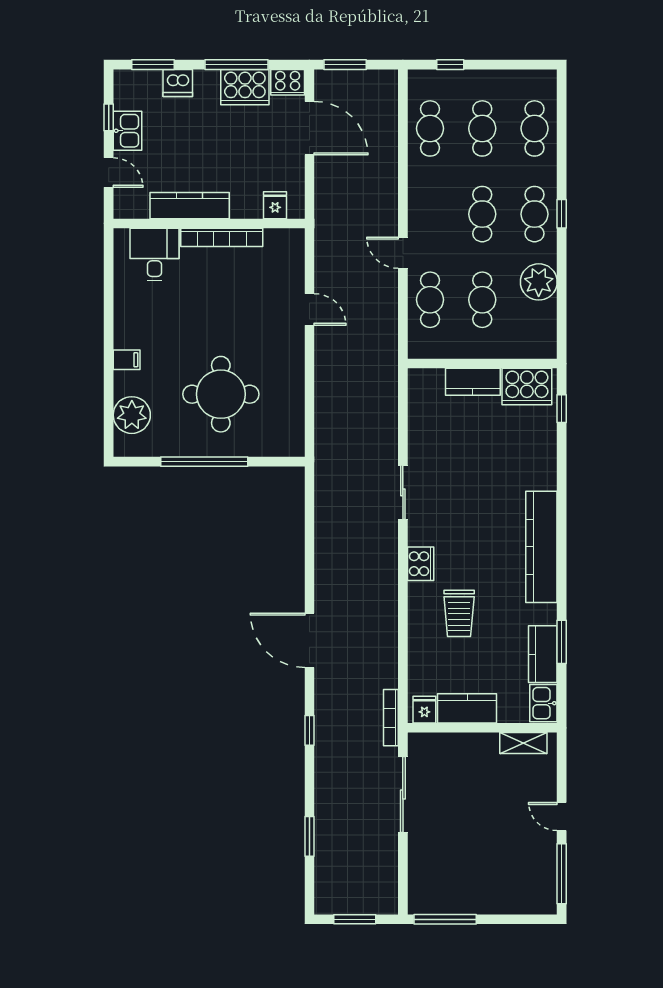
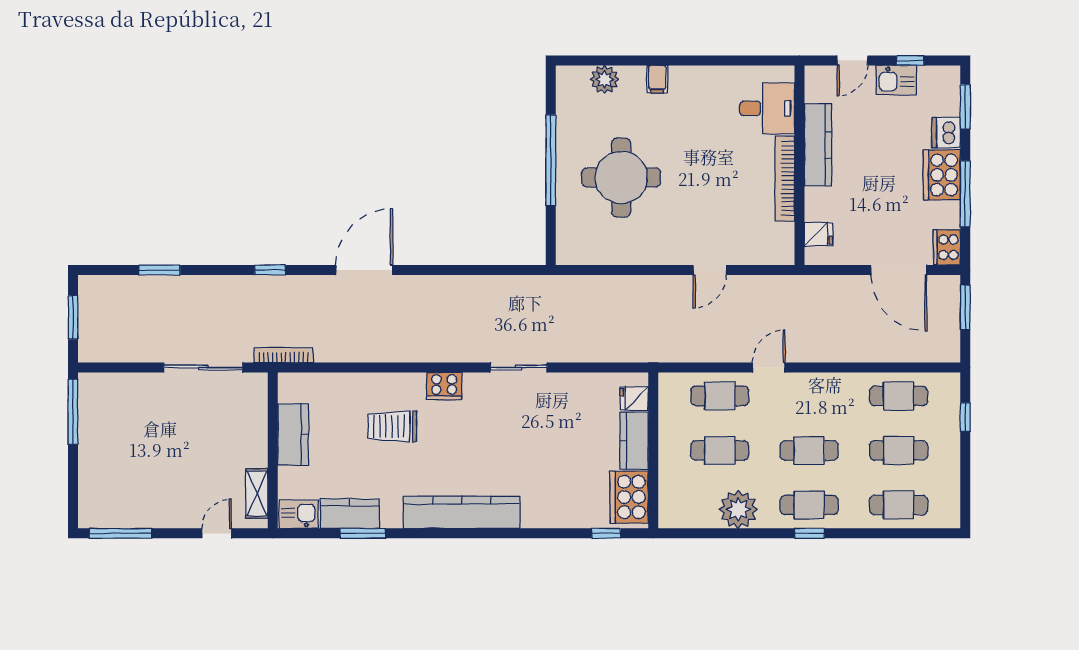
cooker: (245, 87) -> (942, 175), moved
door: (309, 128) -> (899, 270), hinge flipped
plant: (132, 415) -> (605, 79), width x0.73, depth x0.73
fridge: (424, 710) -> (634, 398), moved, turned 180
door: (562, 817) -> (217, 533), moved

